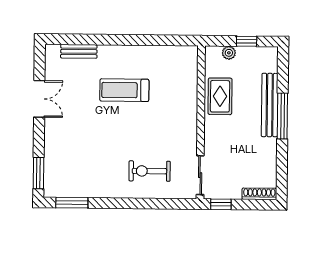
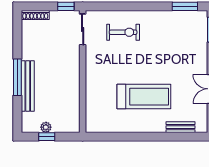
plant: (229, 53) -> (46, 127), moved
treadmill: (124, 90) -> (144, 97), width x1.37, depth x1.38
rug: (220, 96) -> (67, 92), removed

